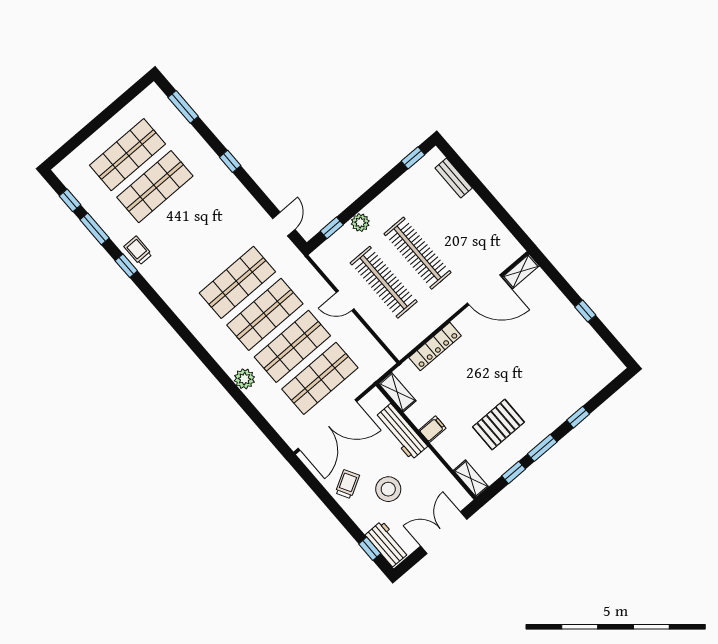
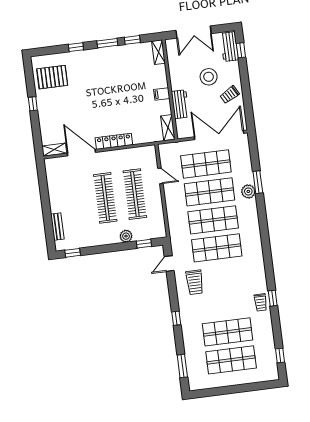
trolley: (237, 221) -> (195, 282), added
window: (95, 229) -> (258, 182), moved
door: (345, 301) -> (160, 176), moved
locker: (435, 347) -> (114, 141), moved
pallet: (498, 424) -> (52, 77), moved
workbench: (401, 432) -> (180, 104), width x0.73

